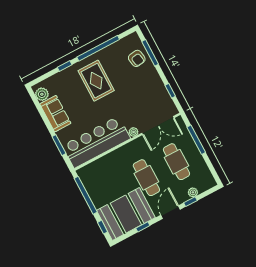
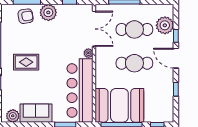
plant: (151, 77) -> (48, 12), added
rug: (96, 81) -> (26, 62), width x0.73, depth x0.70
plant: (193, 192) -> (165, 25), width x1.87, depth x1.87
booth: (126, 214) -> (119, 105), moved, turned 90

